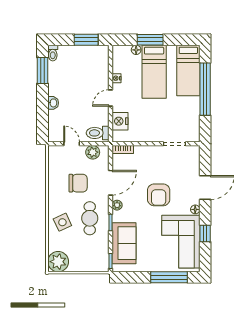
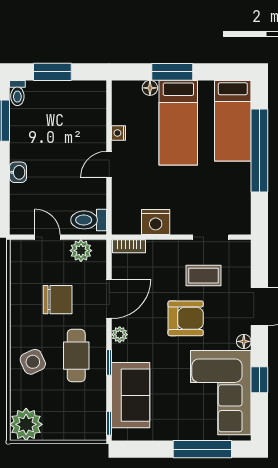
window: (86, 40) -> (52, 72), moved
nightstand: (120, 121) -> (156, 222), moved, turned -90
coffee table: (170, 168) -> (203, 276), added
armchair: (159, 195) -> (186, 318), turned -90

